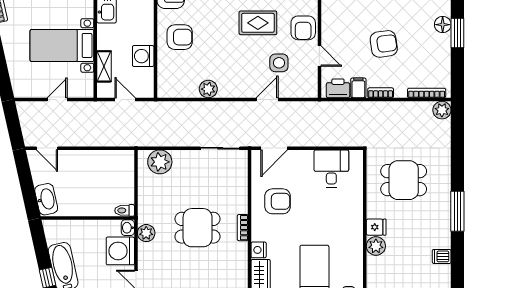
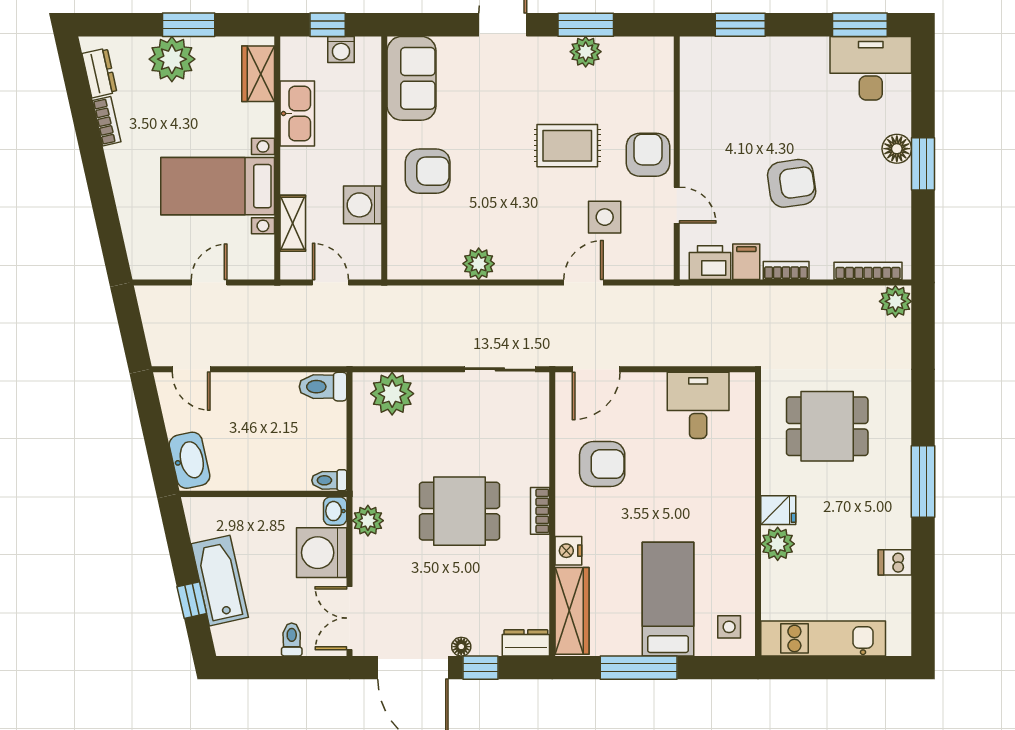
armchair: (303, 28) -> (648, 155), turned 180
toilet: (121, 158) -> (323, 387), added

